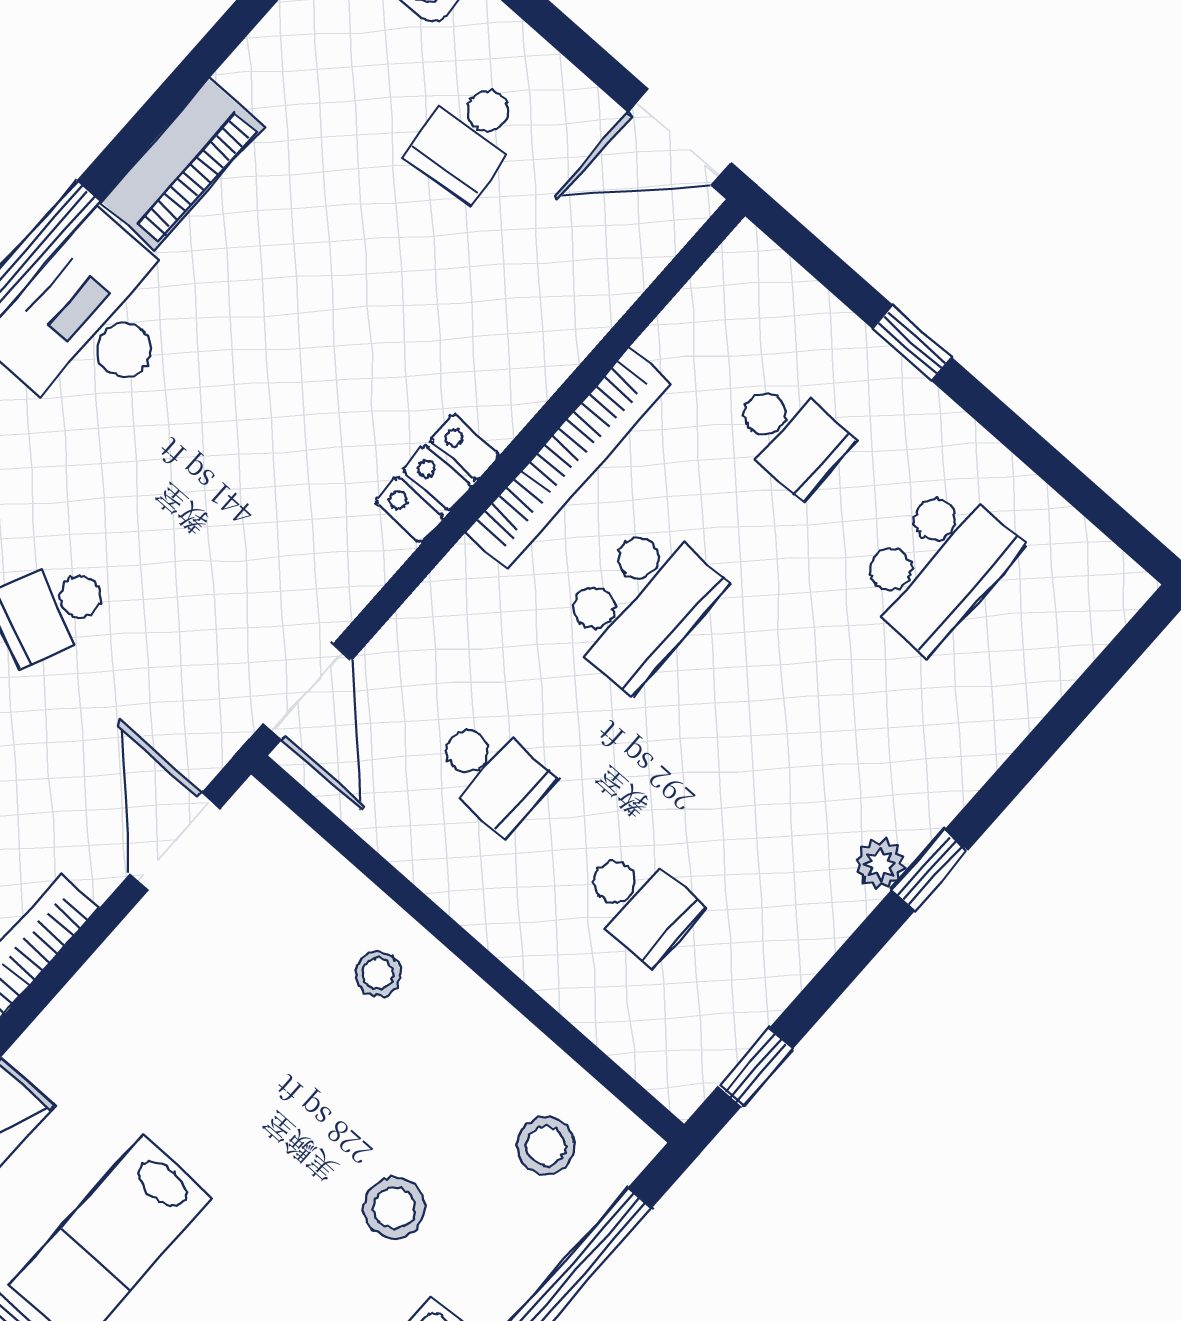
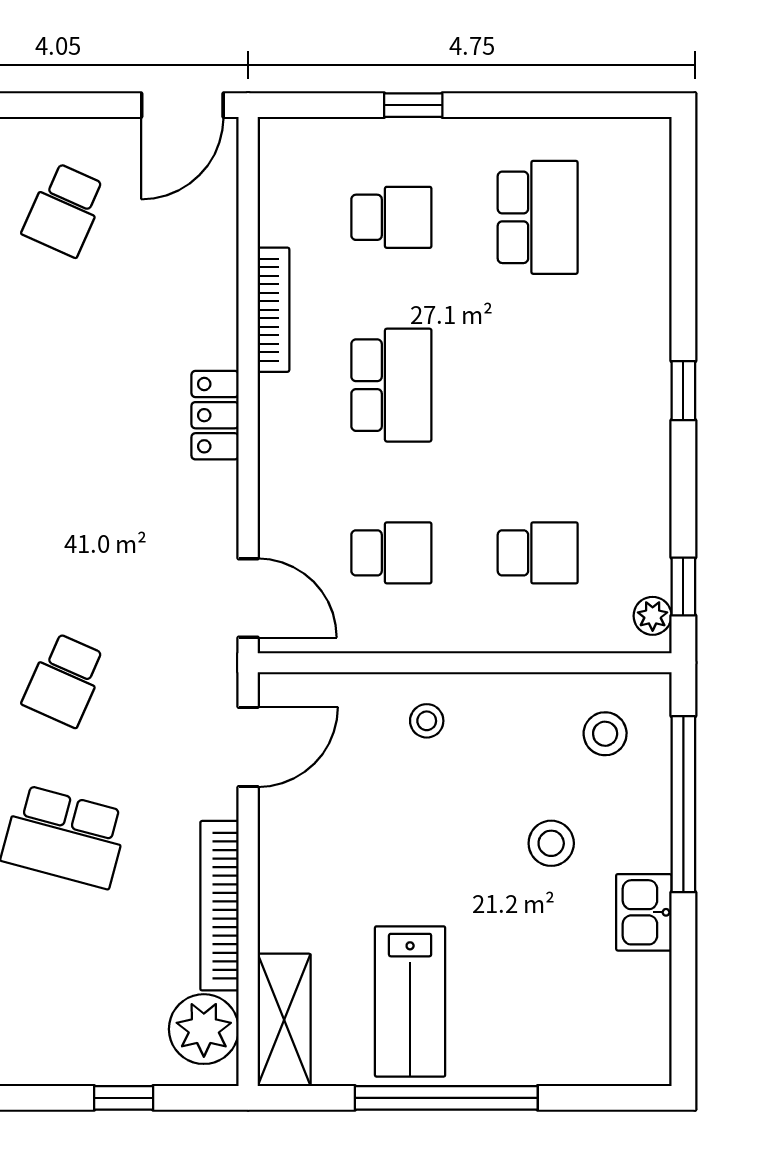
school desk: (469, 138) -> (65, 210), turned 30
bookcase: (568, 459) -> (273, 310), width x0.68, depth x0.76
door: (175, 841) -> (248, 747), swing flipped
plant: (880, 864) -> (653, 616), moved

